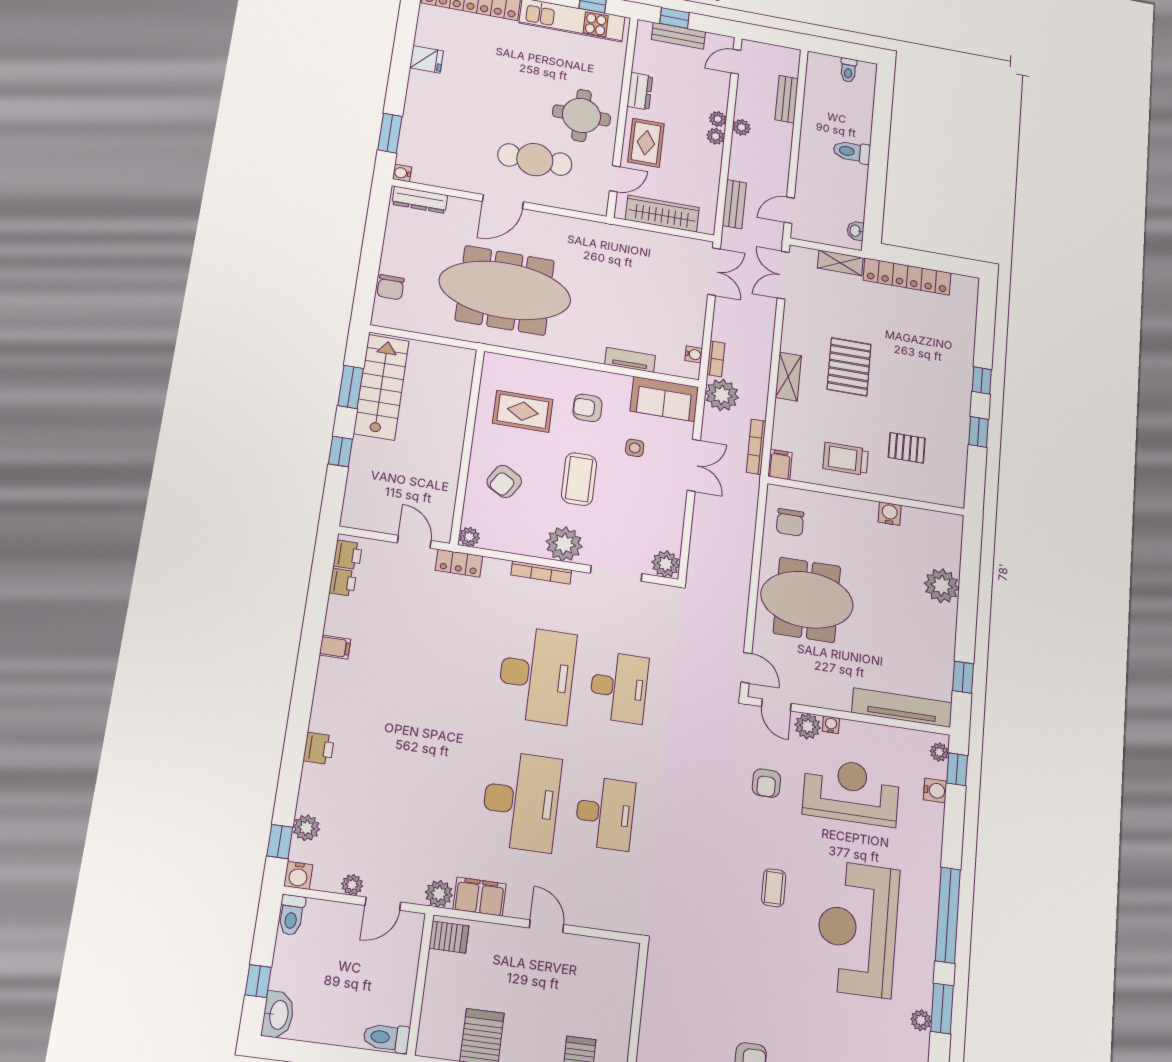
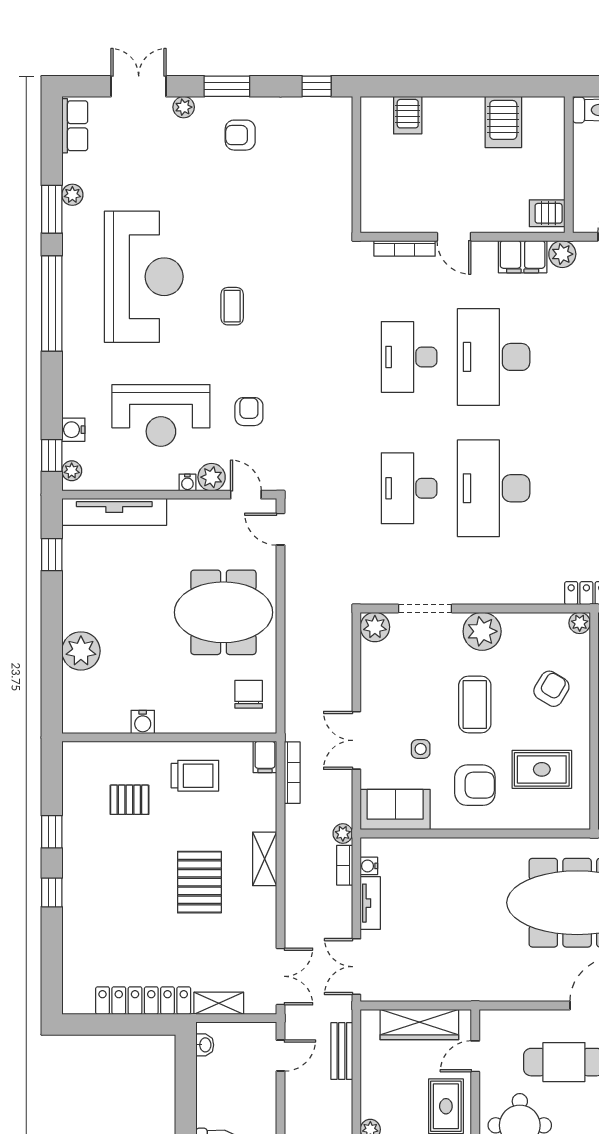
tv unit: (630, 360) -> (370, 903), moved, turned -90
plant: (722, 395) -> (343, 833), width x0.53, depth x0.53
armchair: (587, 408) -> (475, 785), width x1.38, depth x1.38
bookcase: (541, 572) -> (405, 248), moved, turned 180

